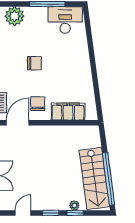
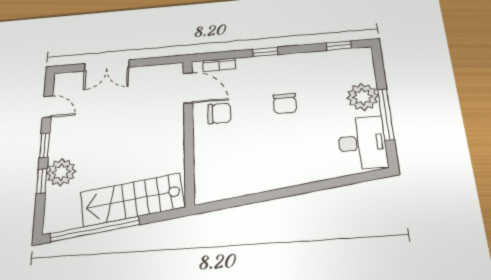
plant: (14, 16) -> (363, 97), moved
filing cabinet: (68, 112) -> (208, 158), removed
stairs: (94, 179) -> (132, 200), moved
plant: (74, 205) -> (61, 172), width x1.87, depth x1.87

